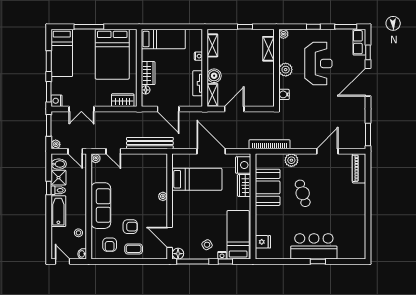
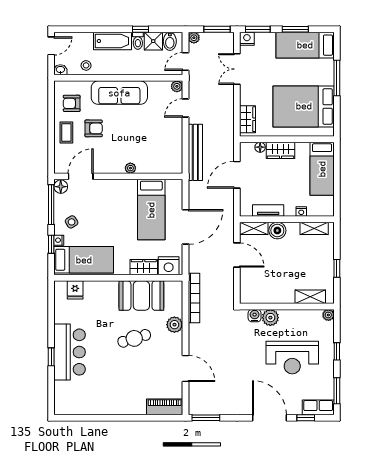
plant: (286, 70) -> (270, 318), moved
armchair: (130, 227) -> (94, 128), turned -90

